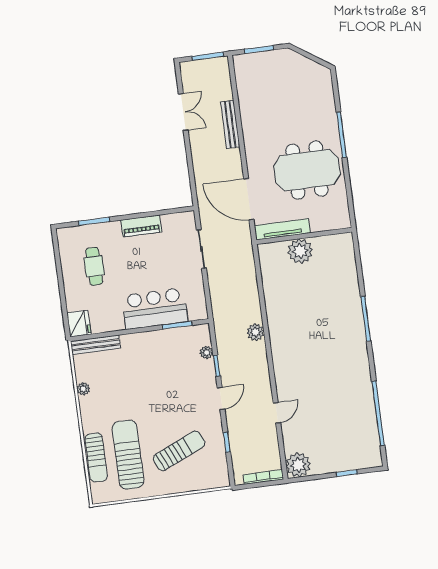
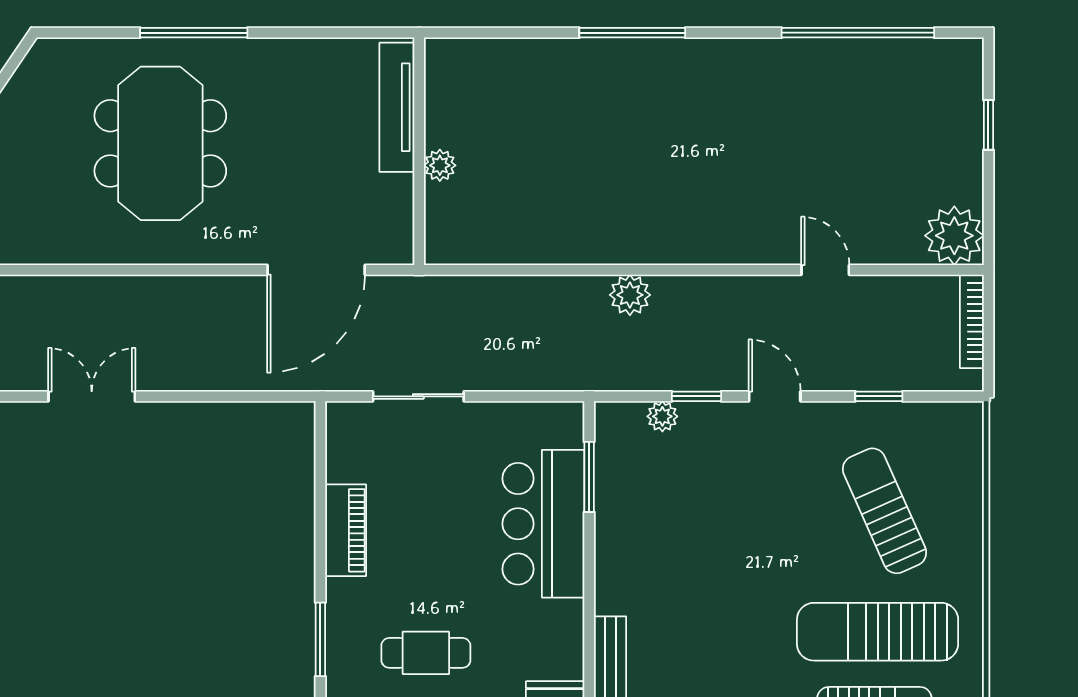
bench: (230, 124) -> (135, 290), removed
meeting table: (307, 170) -> (160, 143), moved
tv unit: (282, 229) -> (397, 107), moved
plant: (300, 251) -> (440, 165), width x0.53, depth x0.53

